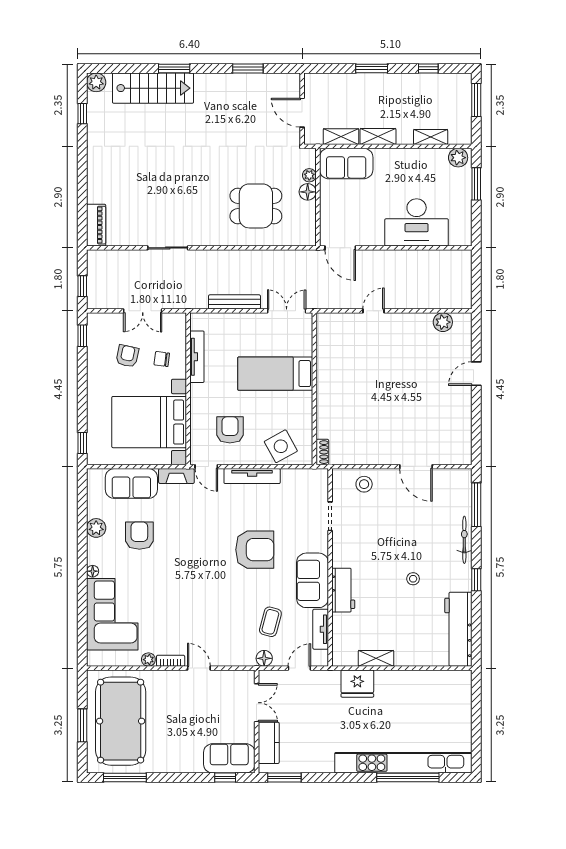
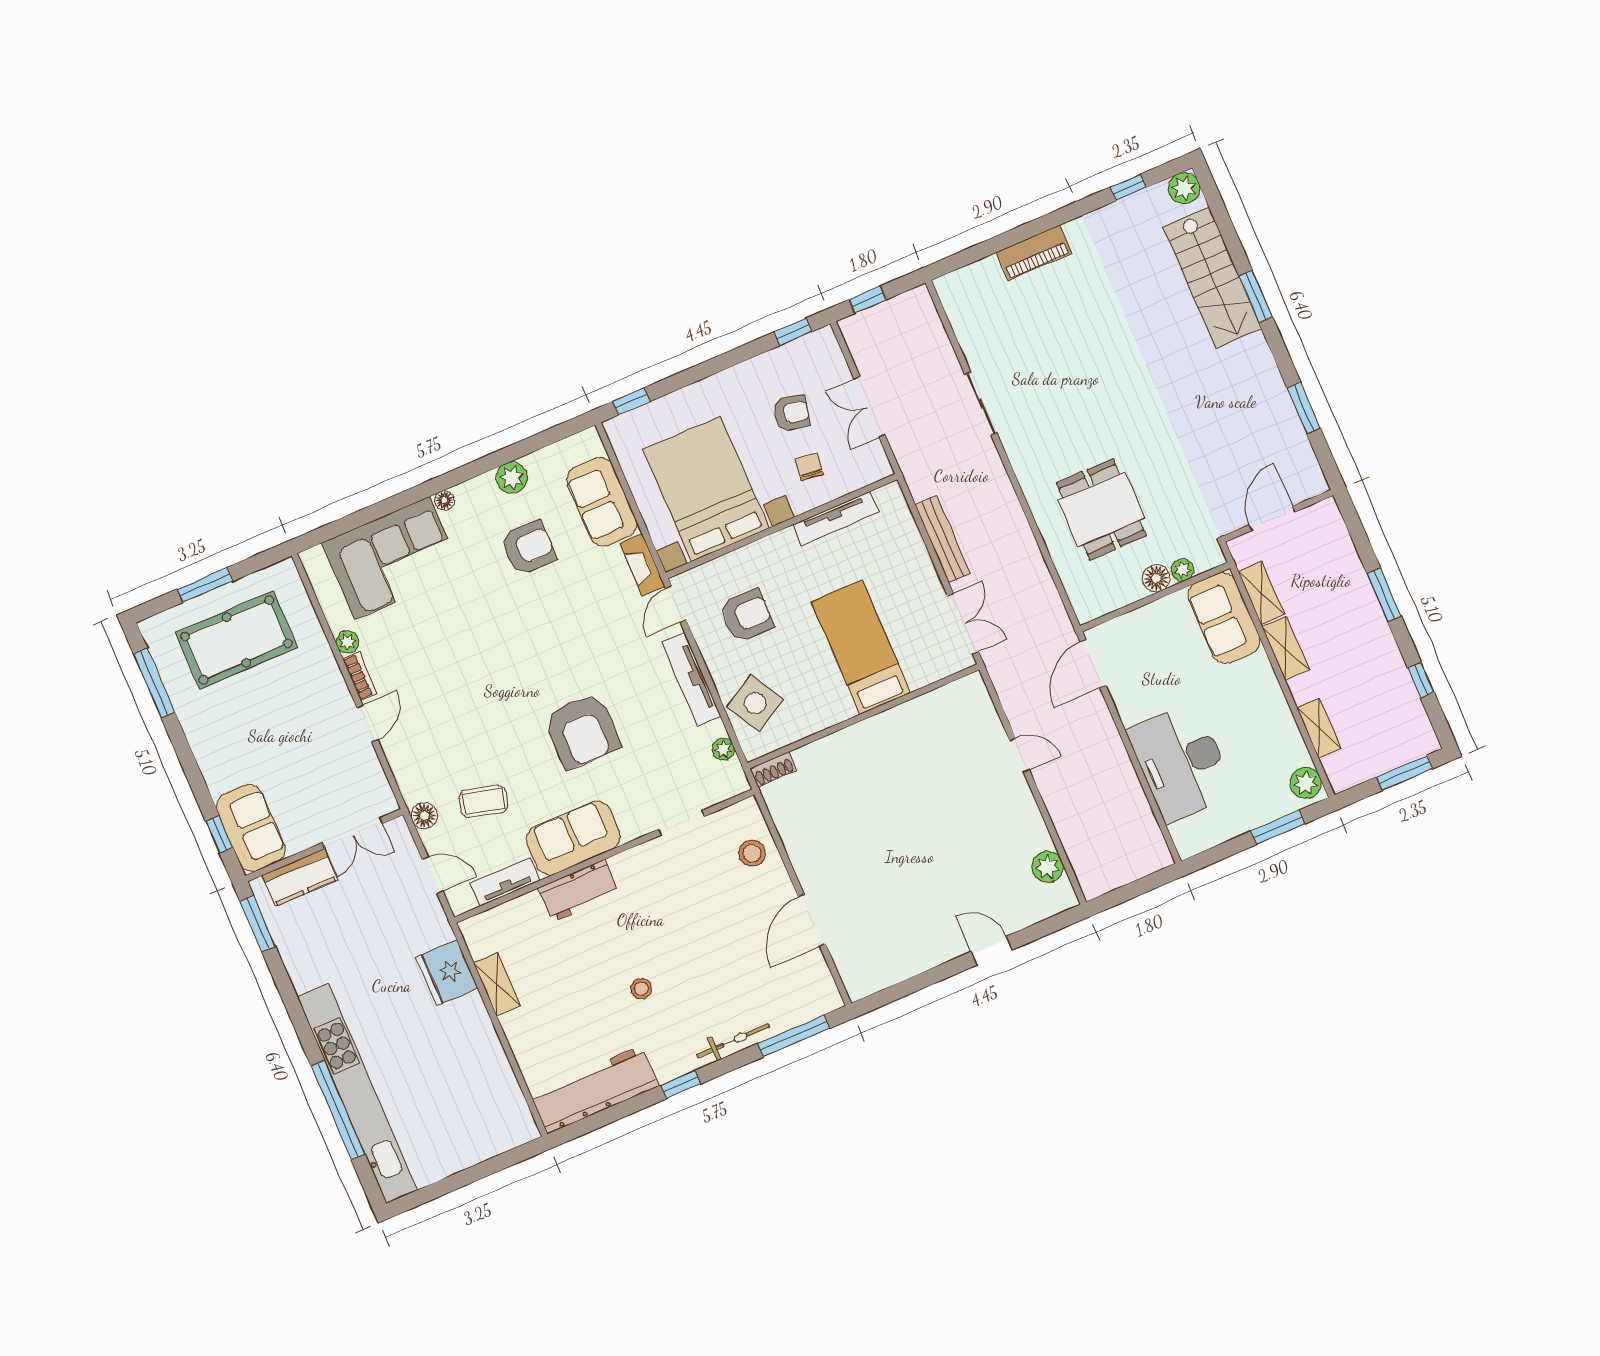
piano: (96, 225) -> (1034, 253), moved
plant: (299, 475) -> (723, 749), added
pool table: (121, 721) -> (236, 640), width x0.73, depth x0.76

